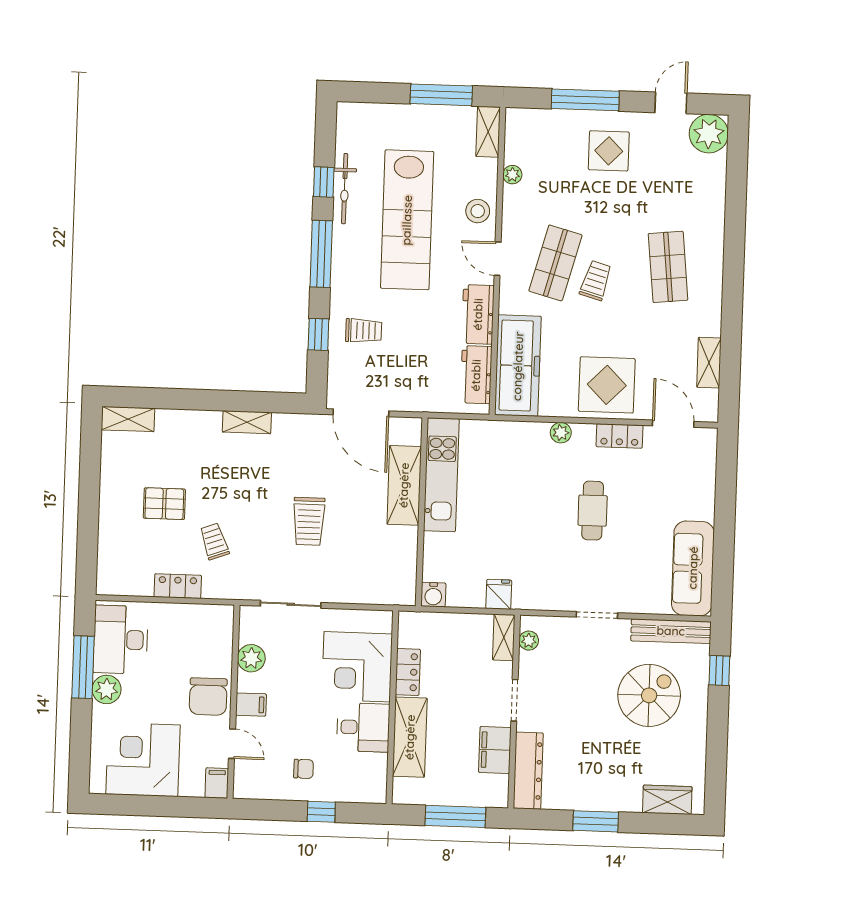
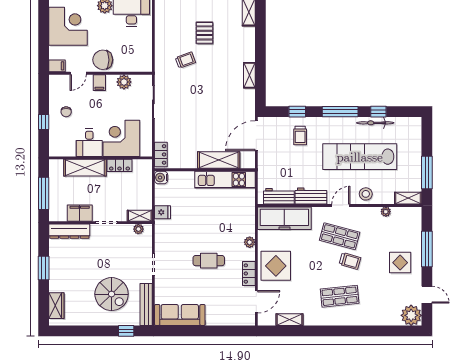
trolley: (596, 281) -> (350, 261), moved
trolley: (309, 521) -> (198, 110), removed
locker: (178, 586) -> (161, 154), moved

